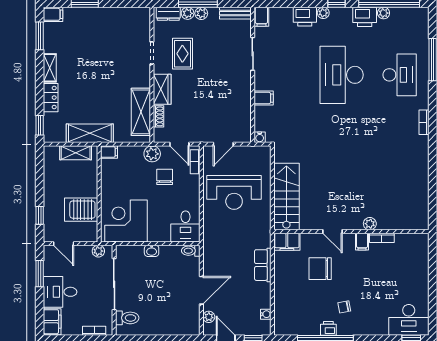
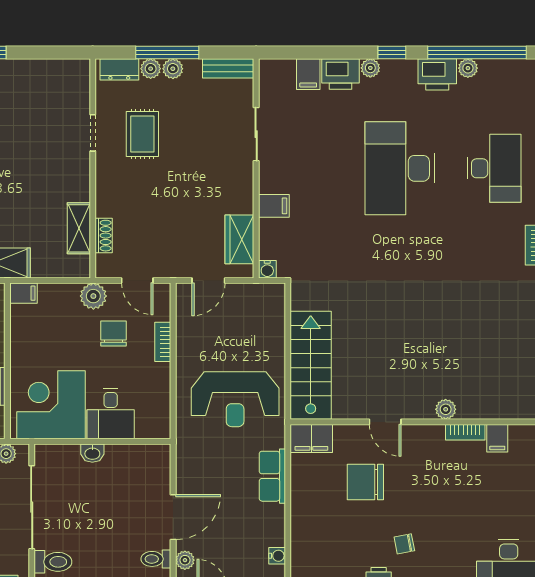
filing cabinet: (261, 17) -> (308, 74), moved
wardrobe: (162, 89) -> (239, 239), moved, turned 180
shelving: (141, 112) -> (79, 228), width x0.67, depth x0.75
bookcase: (195, 162) -> (163, 342), moved
reception desk: (234, 192) -> (235, 399), moved
desk: (185, 226) -> (111, 414), moved
filing cabinet: (362, 242) -> (497, 438), moved
toilet: (191, 251) -> (156, 559), moved

